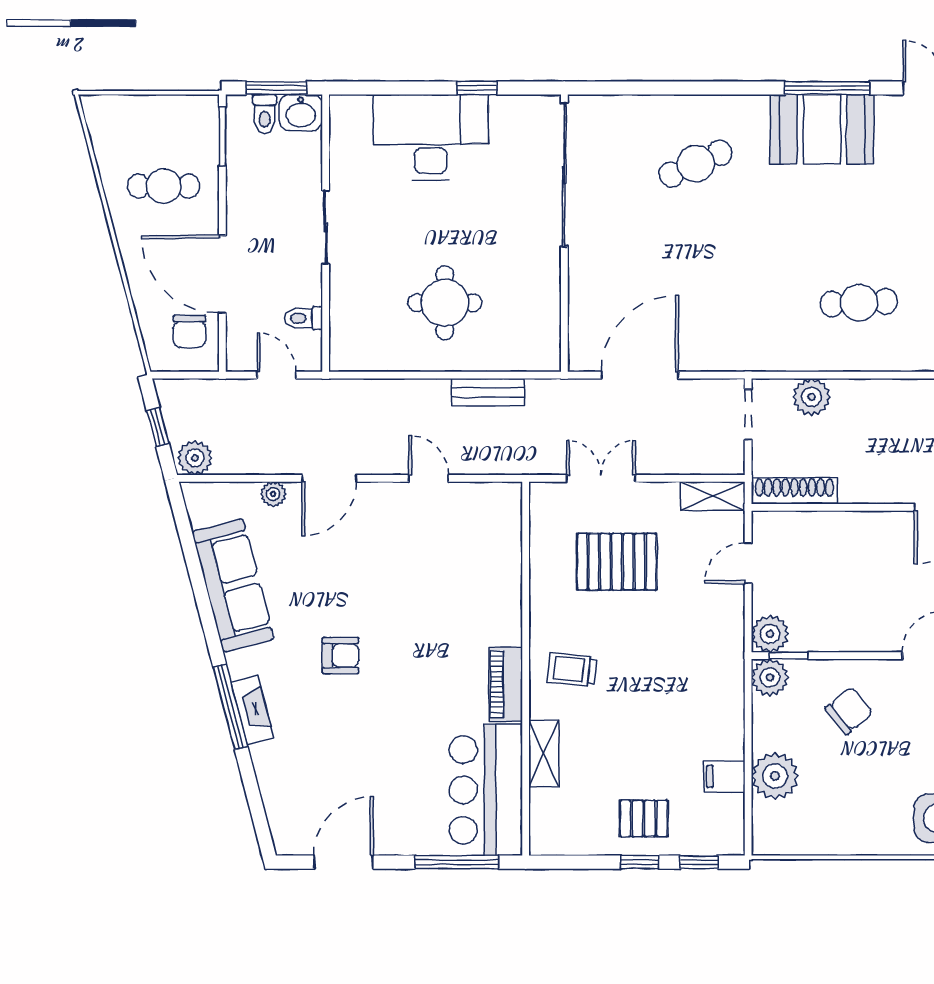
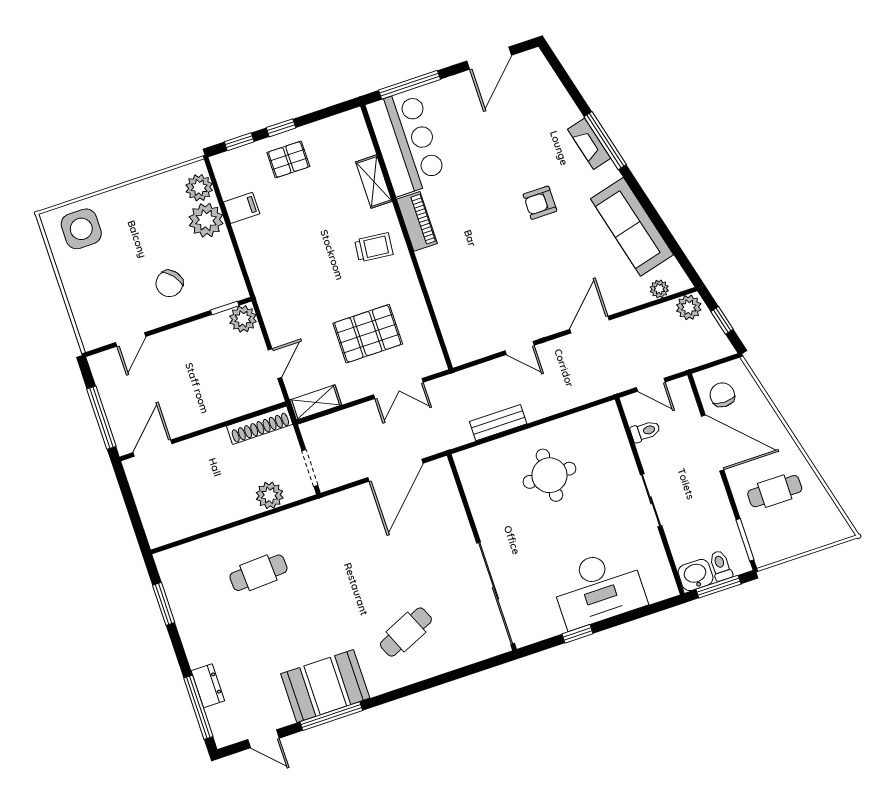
plant: (273, 494) -> (659, 289), moved
plant: (770, 677) -> (199, 188), moved

